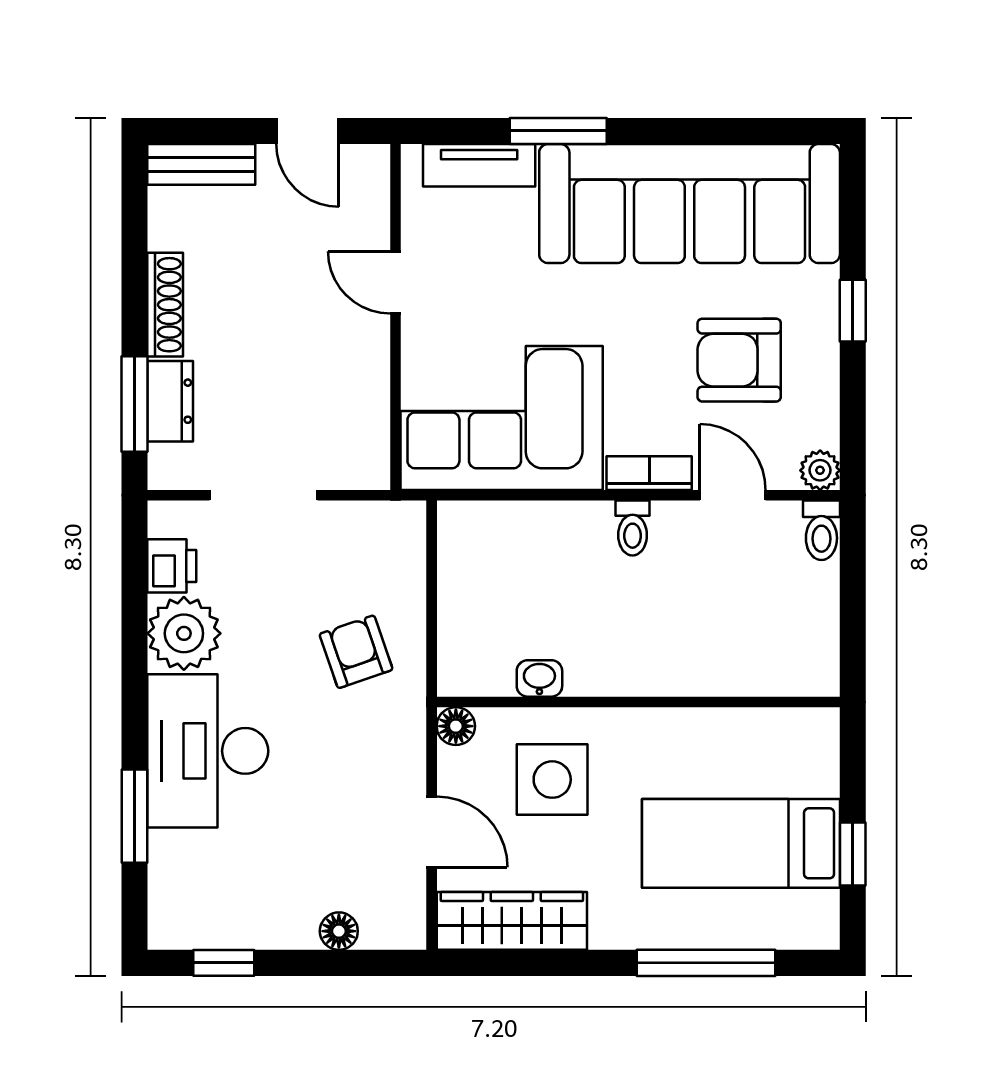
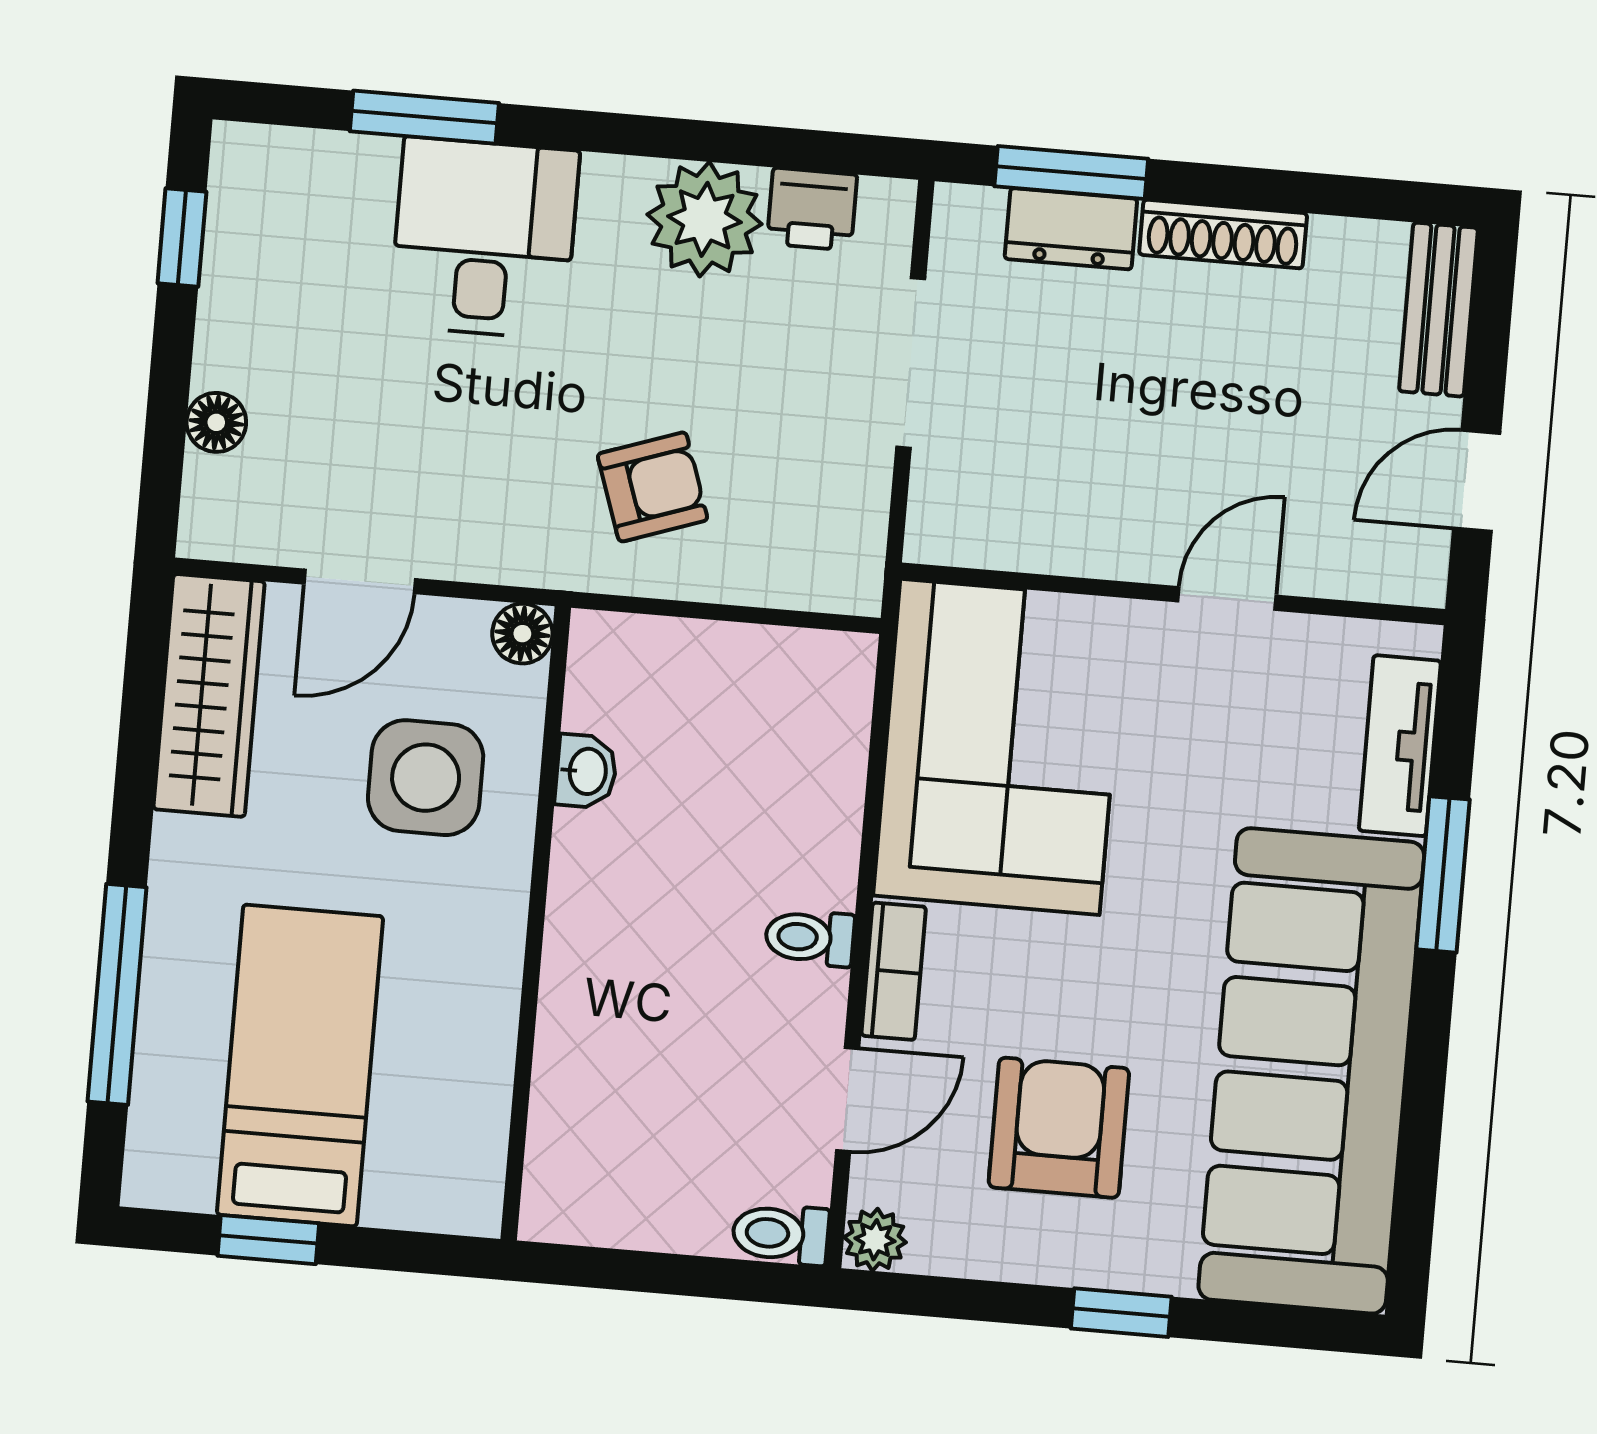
desk: (208, 751) -> (484, 238), width x0.73

